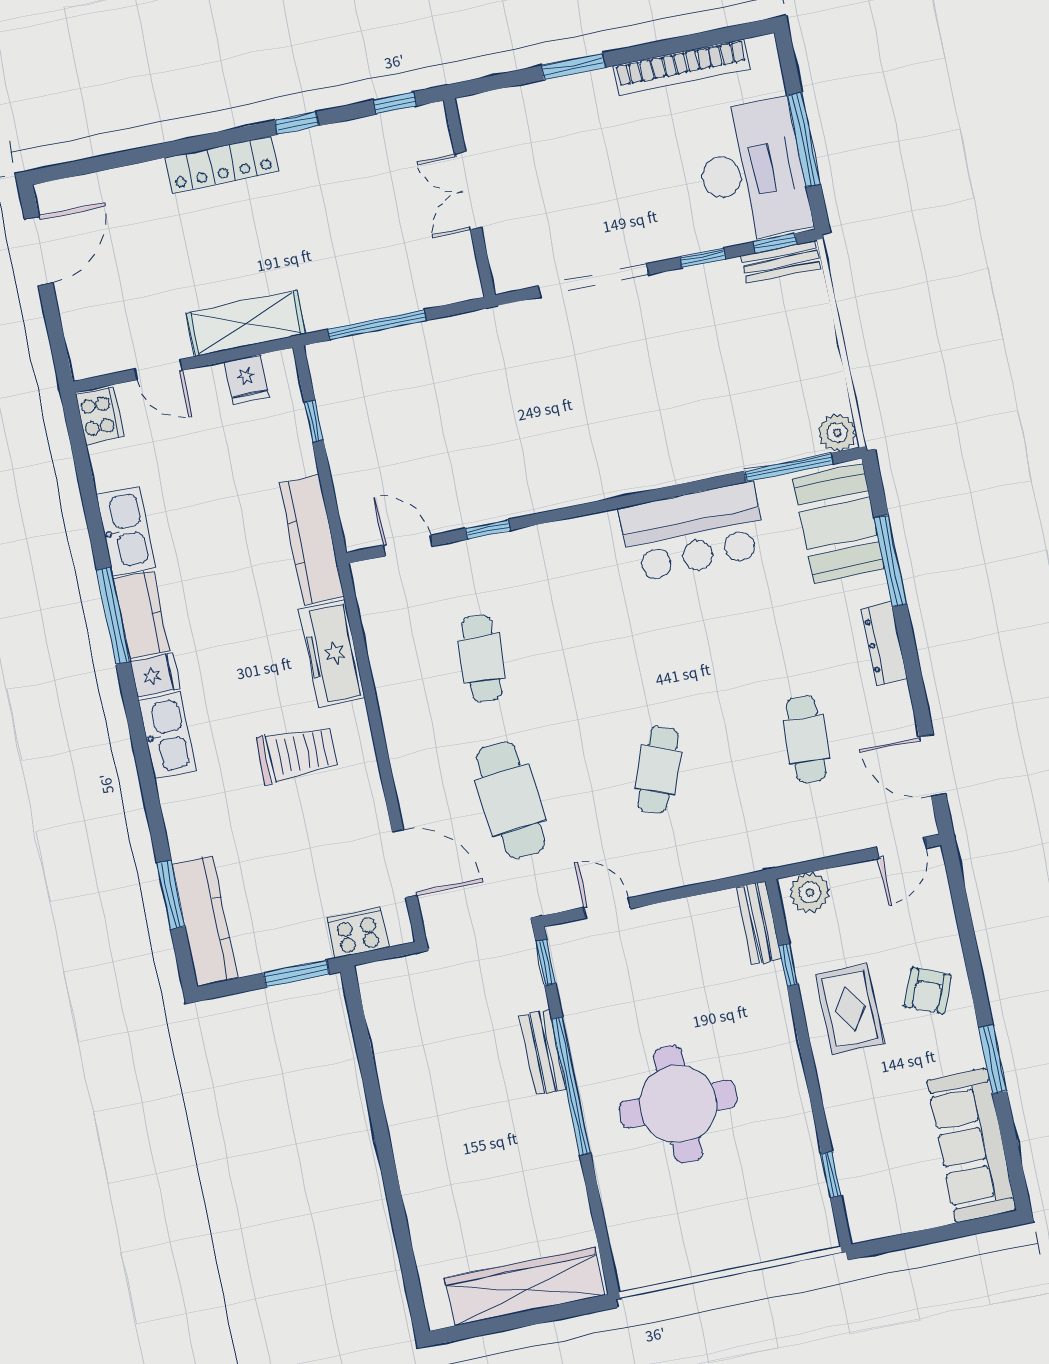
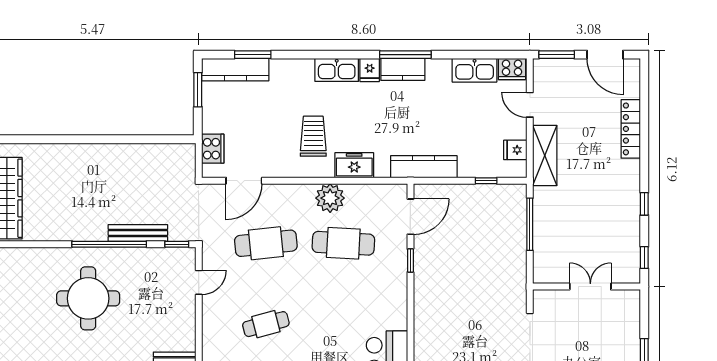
locker: (221, 164) -> (631, 129), moved
window: (57, 339) -> (557, 55), added
door: (159, 370) -> (530, 105), hinge flipped
kitchen sink: (126, 531) -> (475, 70), moved
door: (408, 546) -> (410, 217), width x1.38
freezer: (332, 654) -> (354, 165), width x0.71
cafe table: (482, 658) -> (343, 243), width x1.37, depth x1.35
plant: (404, 700) -> (330, 198), added
trolley: (297, 754) -> (313, 136), turned 180
cafe table: (658, 770) -> (266, 324), turned -36
window: (296, 974) -> (198, 90), moved
bench: (543, 1052) -> (138, 233), width x1.36

